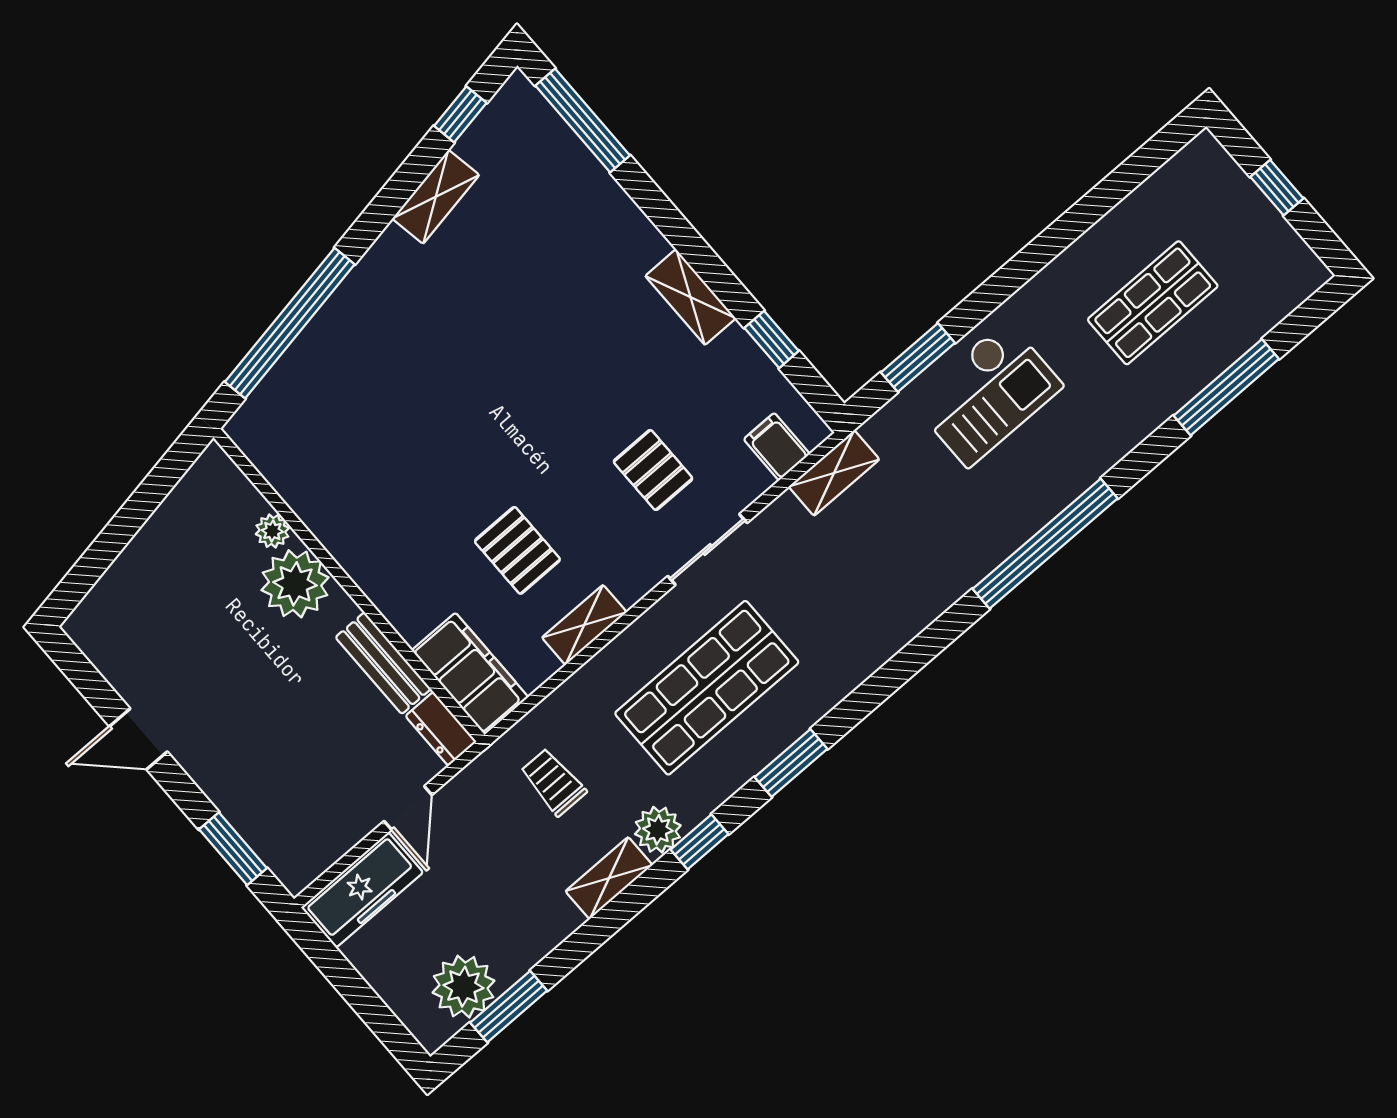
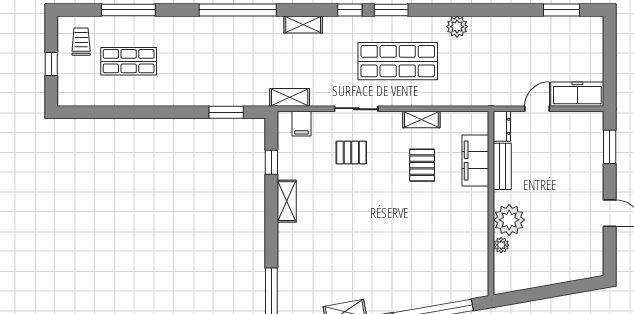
checkout: (987, 394) -> (213, 79), removed
pallet: (653, 470) -> (351, 152), turned 90
filing cabinet: (470, 674) -> (475, 160), moved
trolley: (553, 782) -> (81, 42), moved, turned 180
window: (700, 842) -> (350, 10), moved
shelving: (609, 878) -> (303, 25), moved
plant: (464, 987) -> (571, 30), removed

